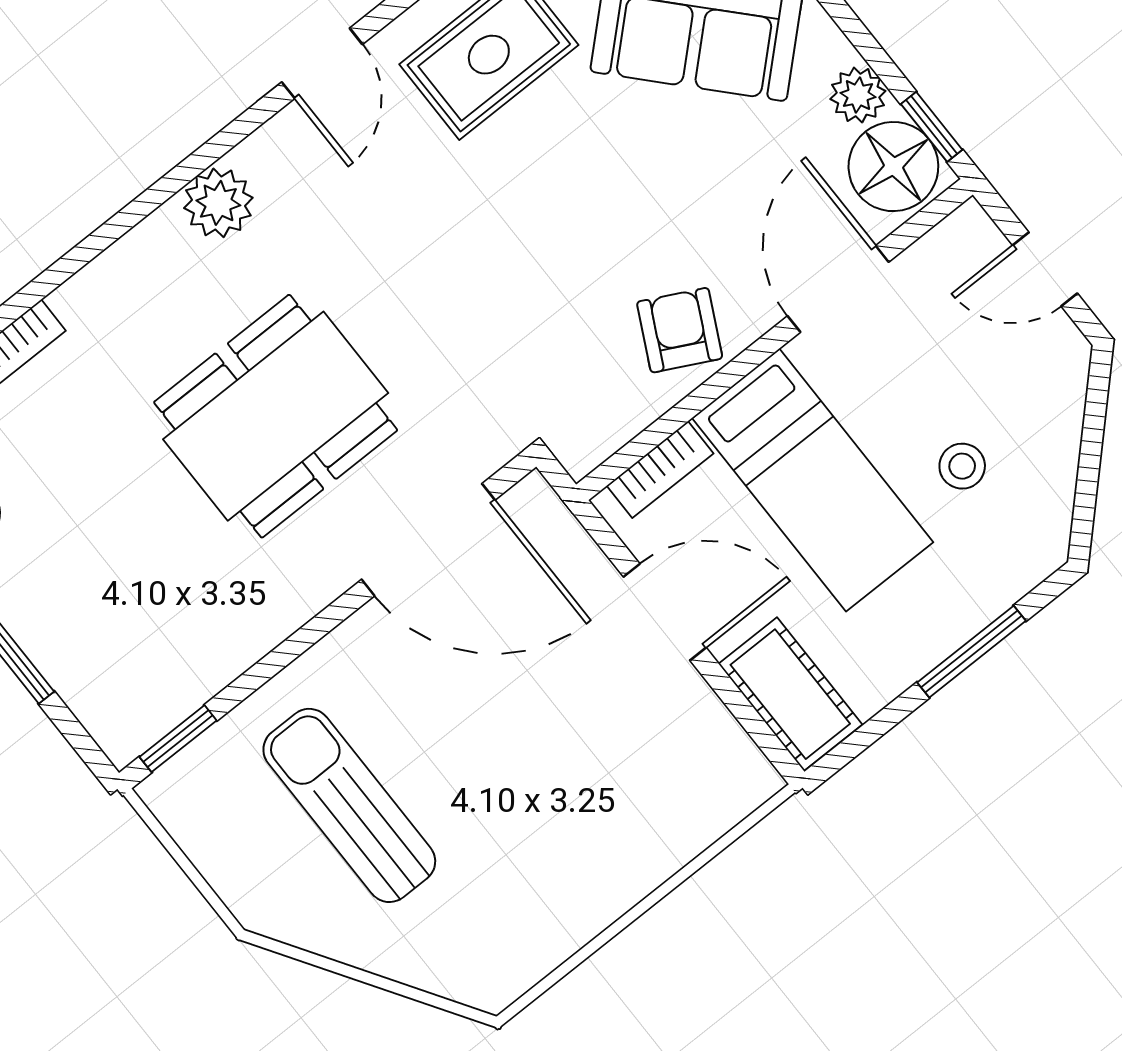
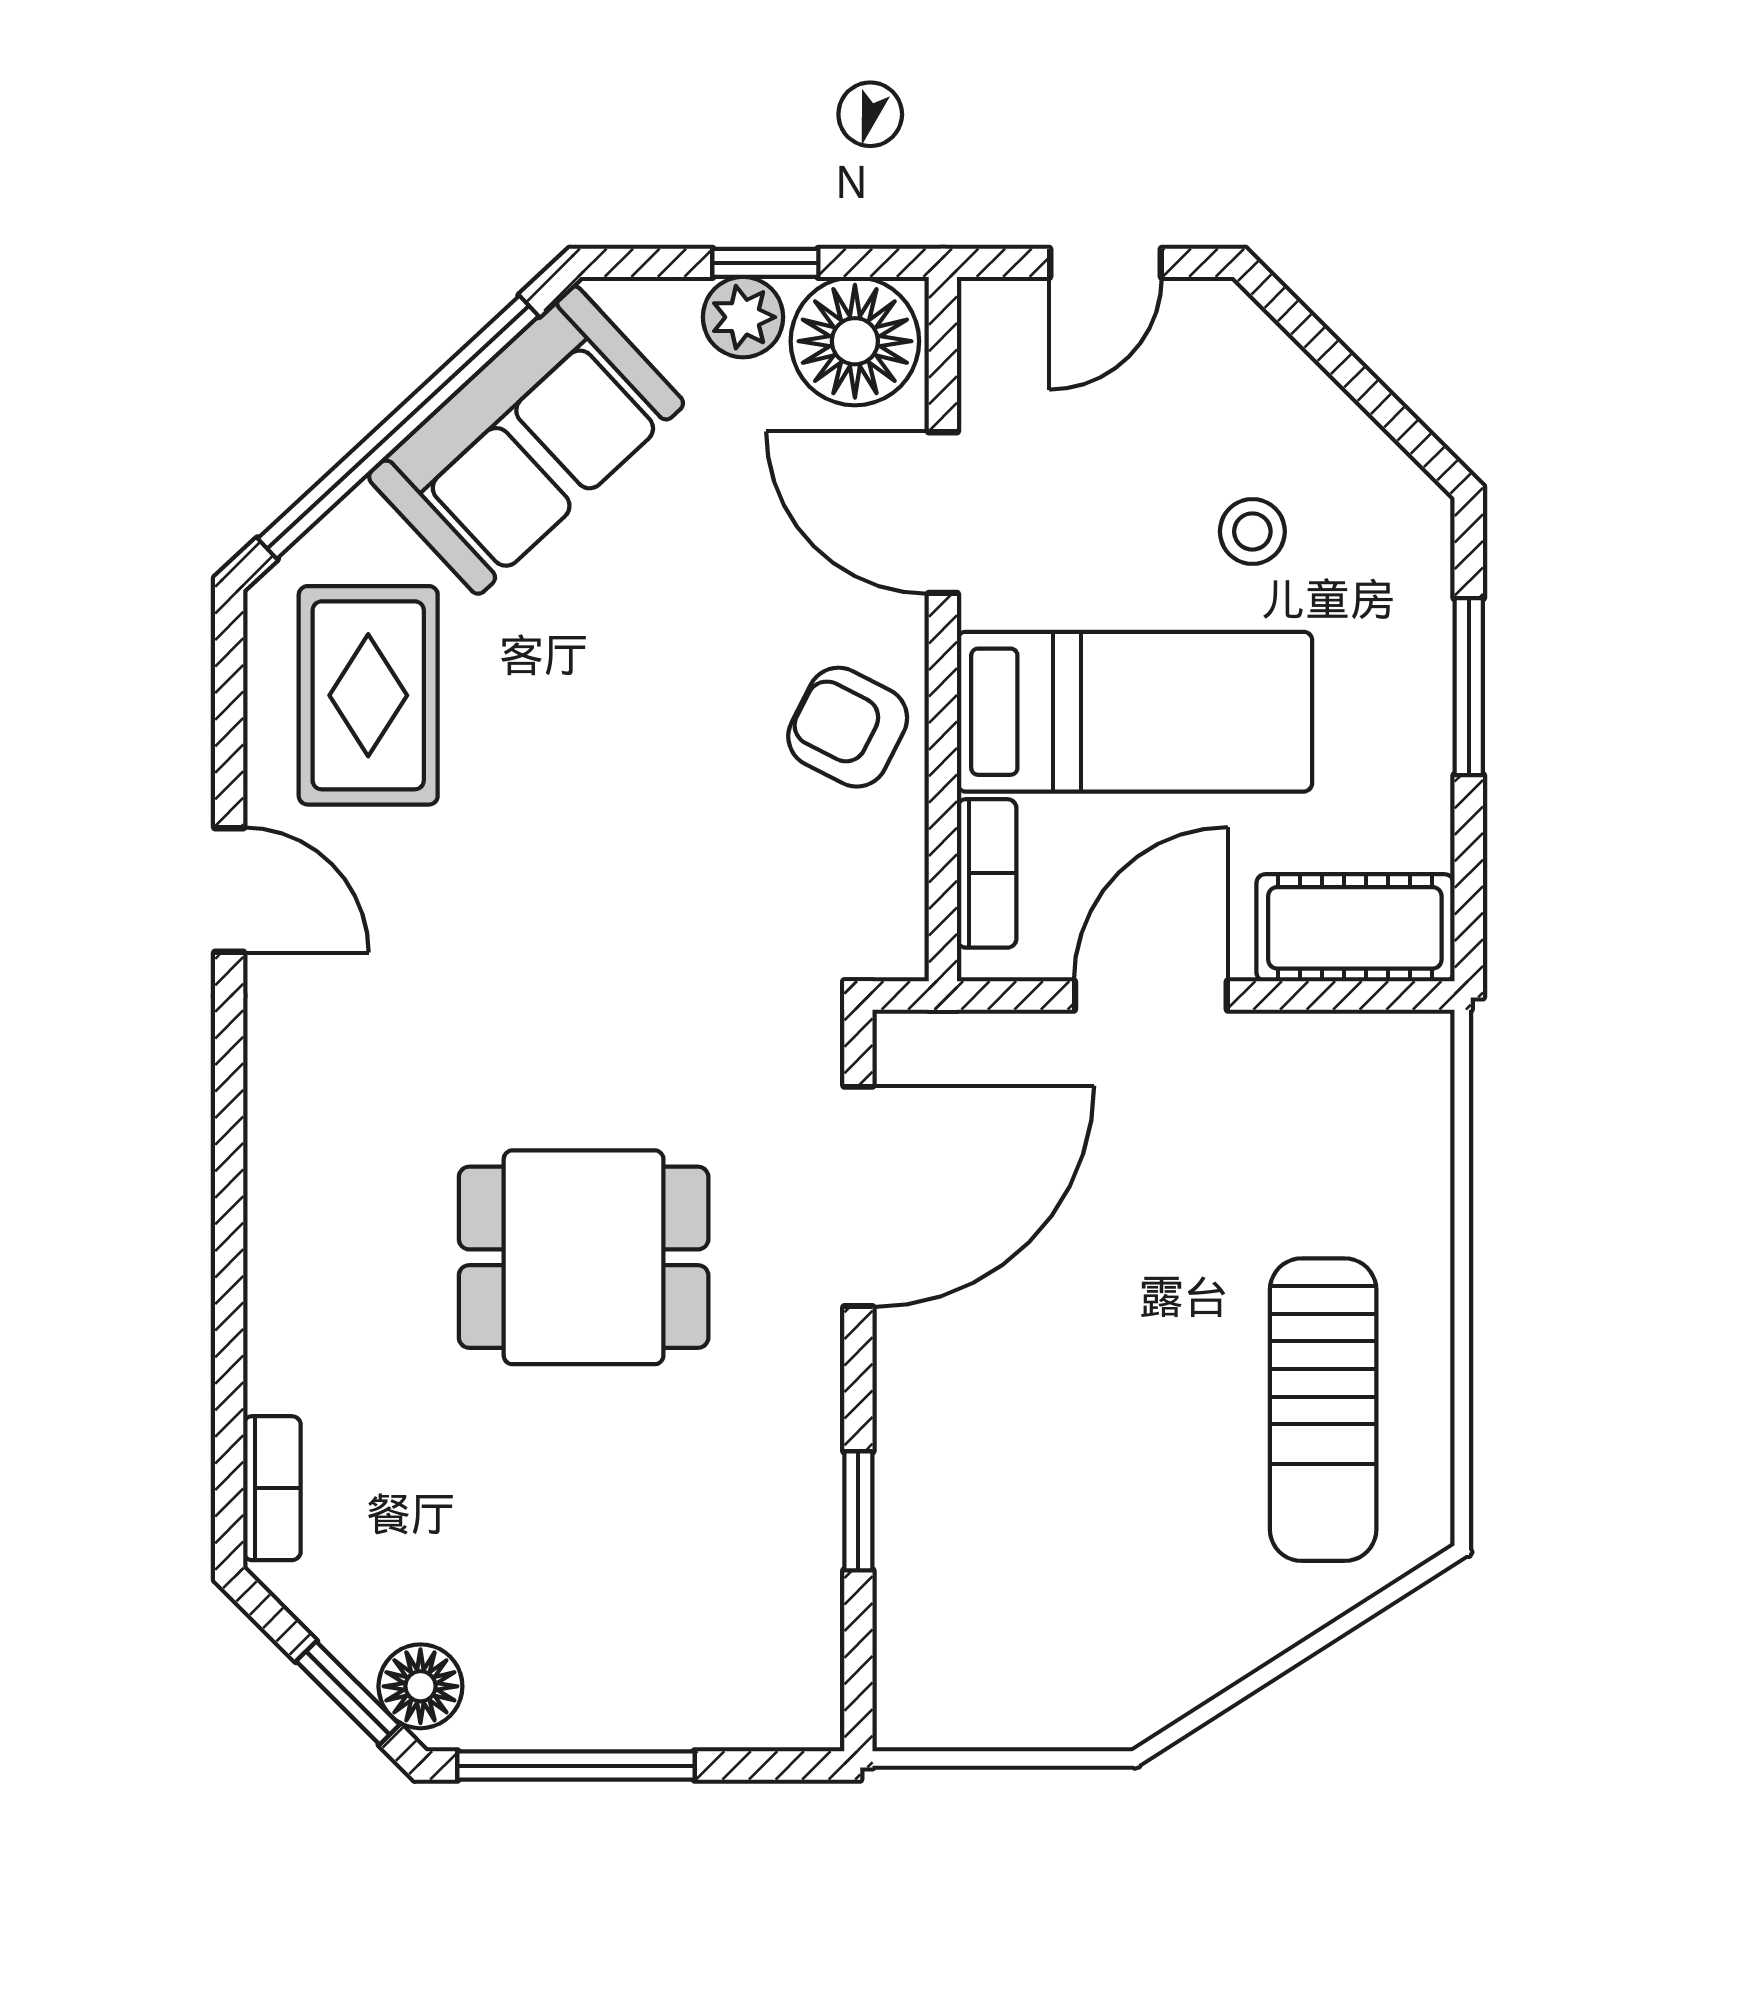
window: (932, 127) -> (765, 263), moved
plant: (218, 203) -> (293, 1131), removed
dining table: (276, 416) -> (584, 1257), width x0.73
window: (178, 739) -> (858, 1511), moved
sun lounger: (349, 805) -> (1323, 1410), moved, turned -90

